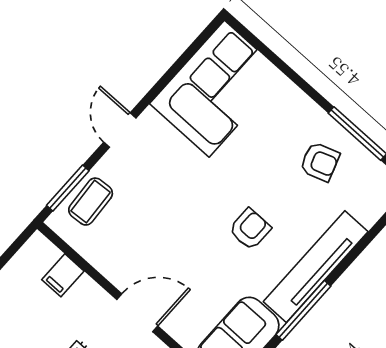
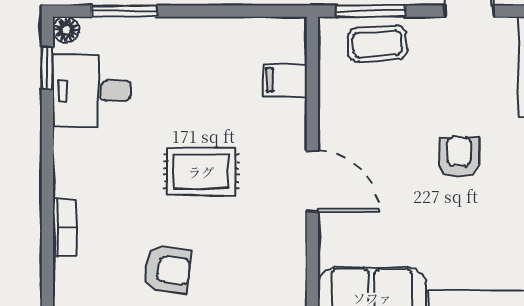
armchair: (250, 229) -> (459, 157), moved, turned -90

